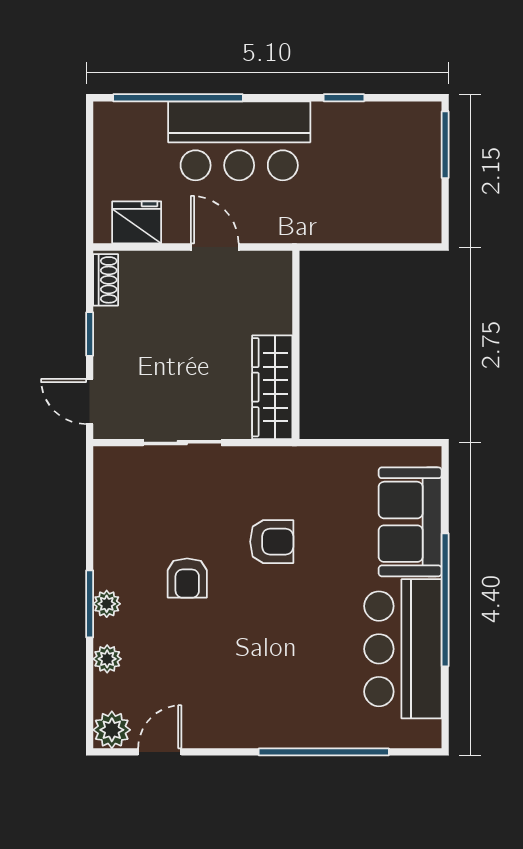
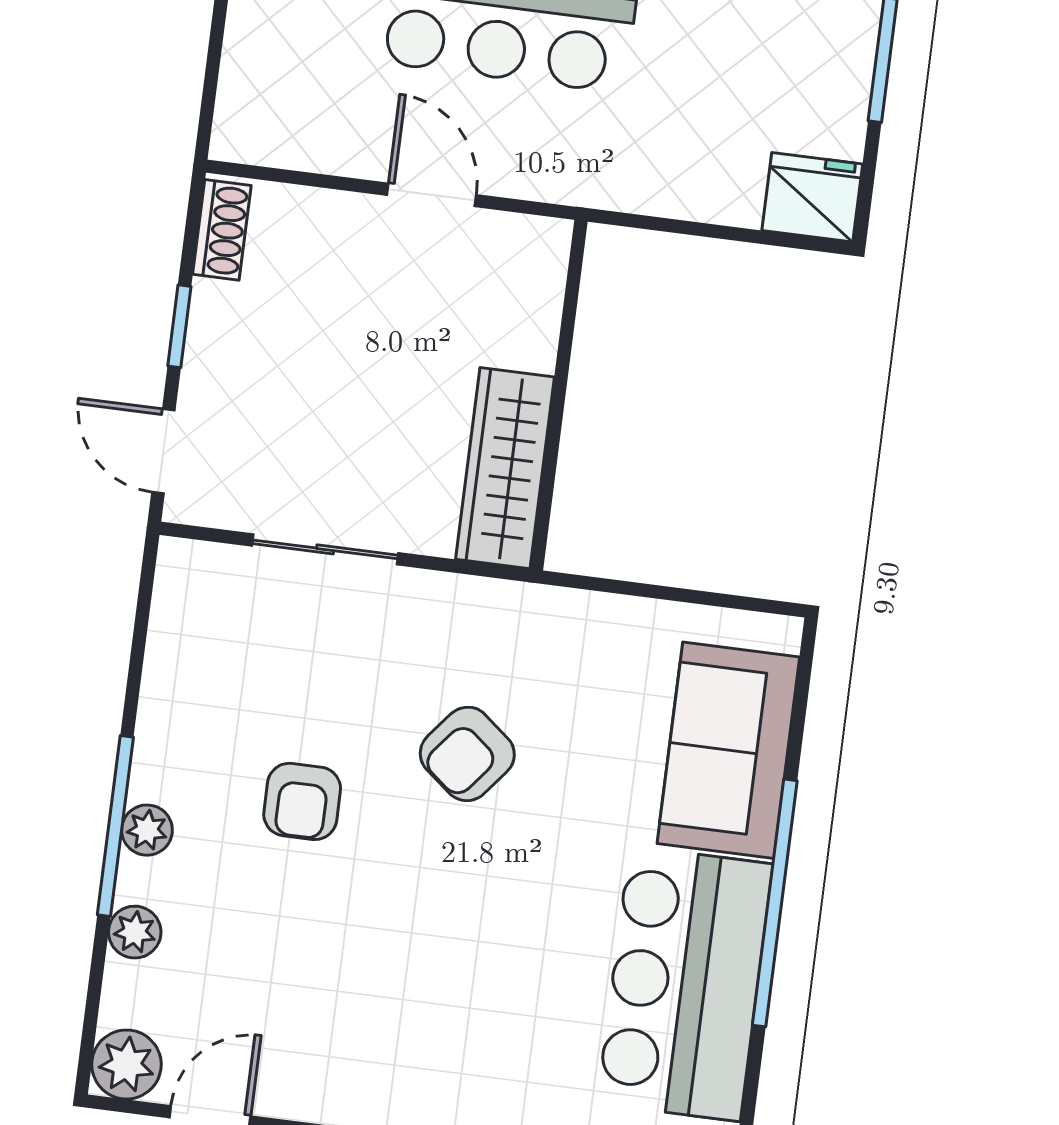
fridge: (137, 222) -> (812, 197), moved
armchair: (272, 542) -> (467, 754), turned 129
window: (90, 604) -> (115, 826), width x1.44

